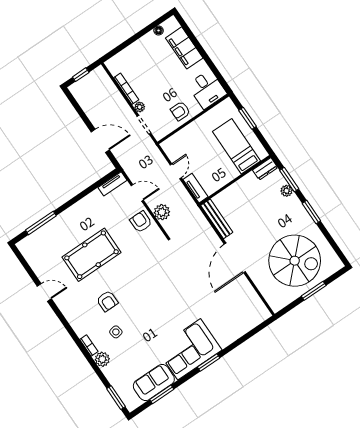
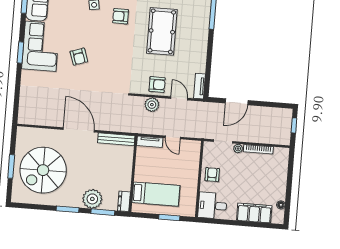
plant: (287, 191) -> (92, 199), width x1.88, depth x1.88
door: (137, 193) -> (179, 98), swing flipped
armchair: (171, 309) -> (79, 57), added

